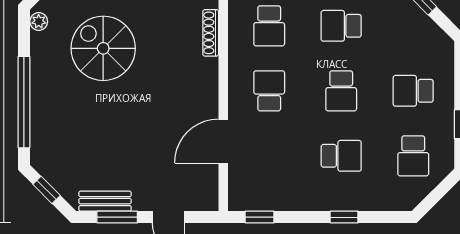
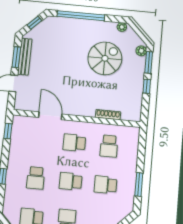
school desk: (269, 26) -> (109, 146), turned -90
school desk: (341, 26) -> (105, 185), turned -90
school desk: (269, 91) -> (74, 143), turned 180
bench: (105, 201) -> (25, 57), width x1.36

